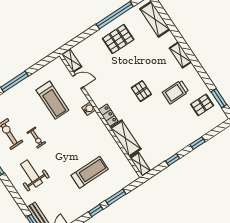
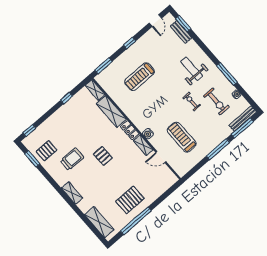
shelving: (72, 61) -> (143, 145), moved
window: (198, 143) -> (29, 130), moved
weight bench: (32, 173) -> (192, 69), turned 180
window: (116, 197) -> (103, 66), moved

